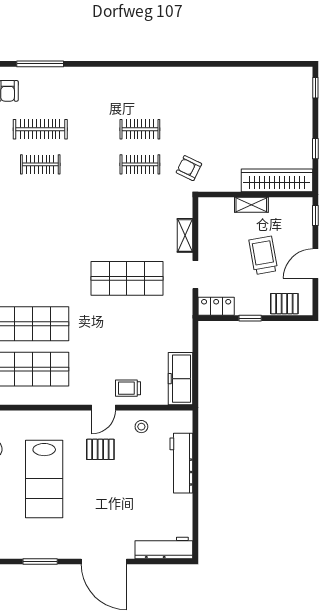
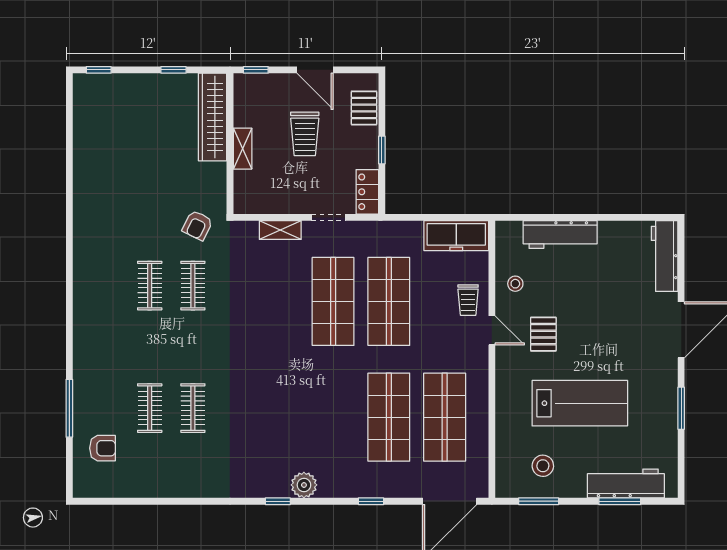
clothes rail: (40, 129) -> (150, 408), width x0.73
trolley: (263, 255) -> (305, 134), turned -80
shop shelf: (127, 324) -> (389, 301), added

